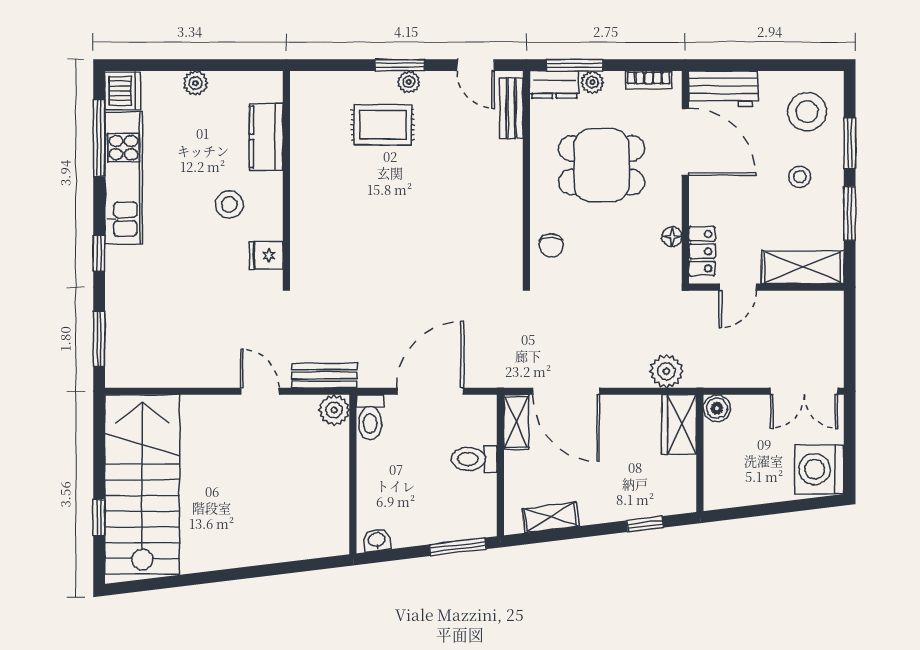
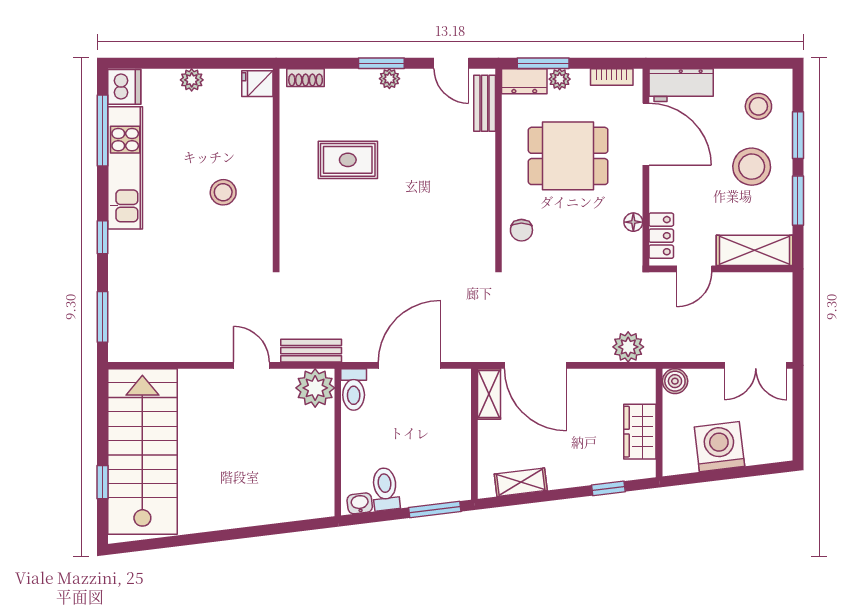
shoe rack: (318, 81) -> (306, 78), added
stool: (807, 112) -> (758, 106), width x0.73, depth x0.73
rug: (383, 125) -> (348, 160), moved
kitchen counter: (266, 137) -> (257, 130), removed
stool: (800, 177) -> (752, 167), width x1.89, depth x1.89
fridge: (266, 255) -> (257, 84), moved
plant: (334, 410) -> (315, 388), width x1.36, depth x1.36
wardrobe: (679, 425) -> (640, 432), moved
toilet: (474, 459) -> (385, 489), moved, turned 83
washing machine: (819, 469) -> (719, 447), moved, turned 83

